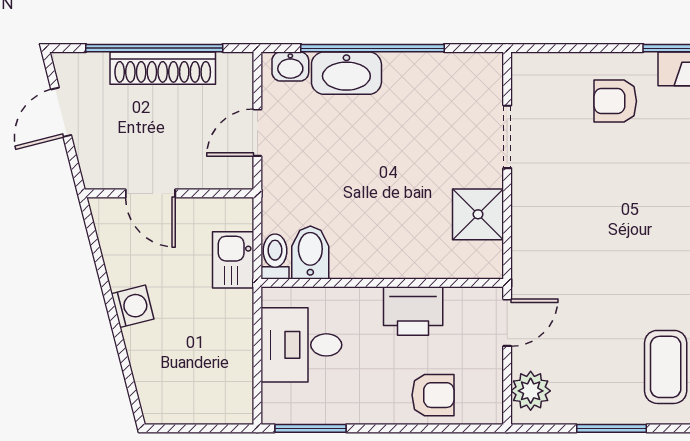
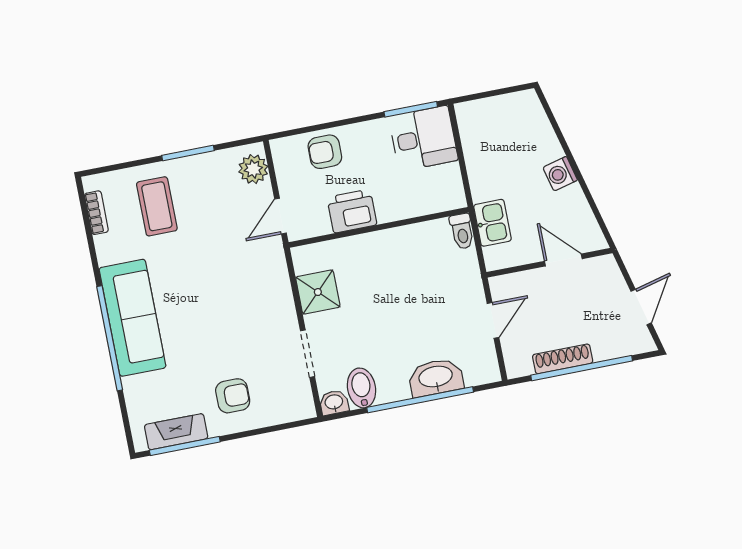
washbasin: (290, 66) -> (334, 403), moved
shoe rack: (163, 68) -> (563, 359), width x0.74, depth x0.81
bidet: (310, 253) -> (362, 388), moved, turned 180
desk: (301, 345) -> (423, 138), moved

